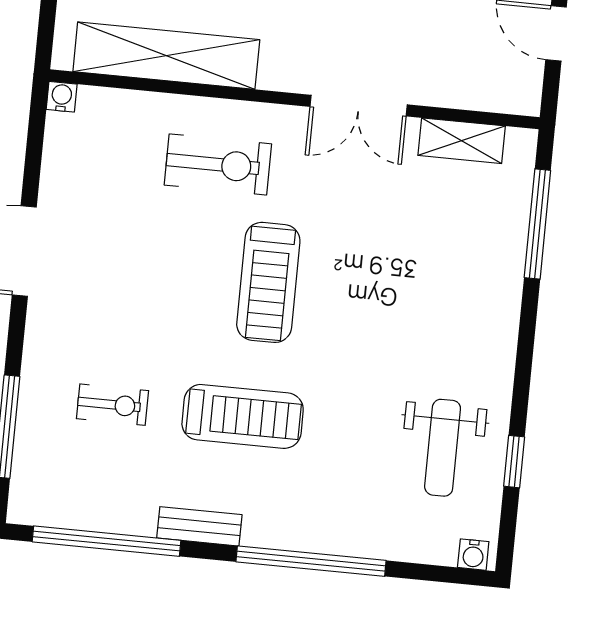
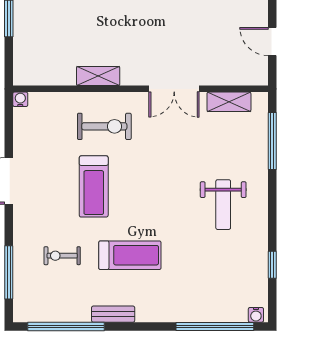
shelving: (166, 56) -> (98, 76), width x0.45, depth x0.75
treadmill: (268, 282) -> (94, 186), moved
exercise bike: (113, 405) -> (62, 256), turned 180
weight bench: (443, 448) -> (223, 205), moved
window: (311, 561) -> (215, 326), moved

